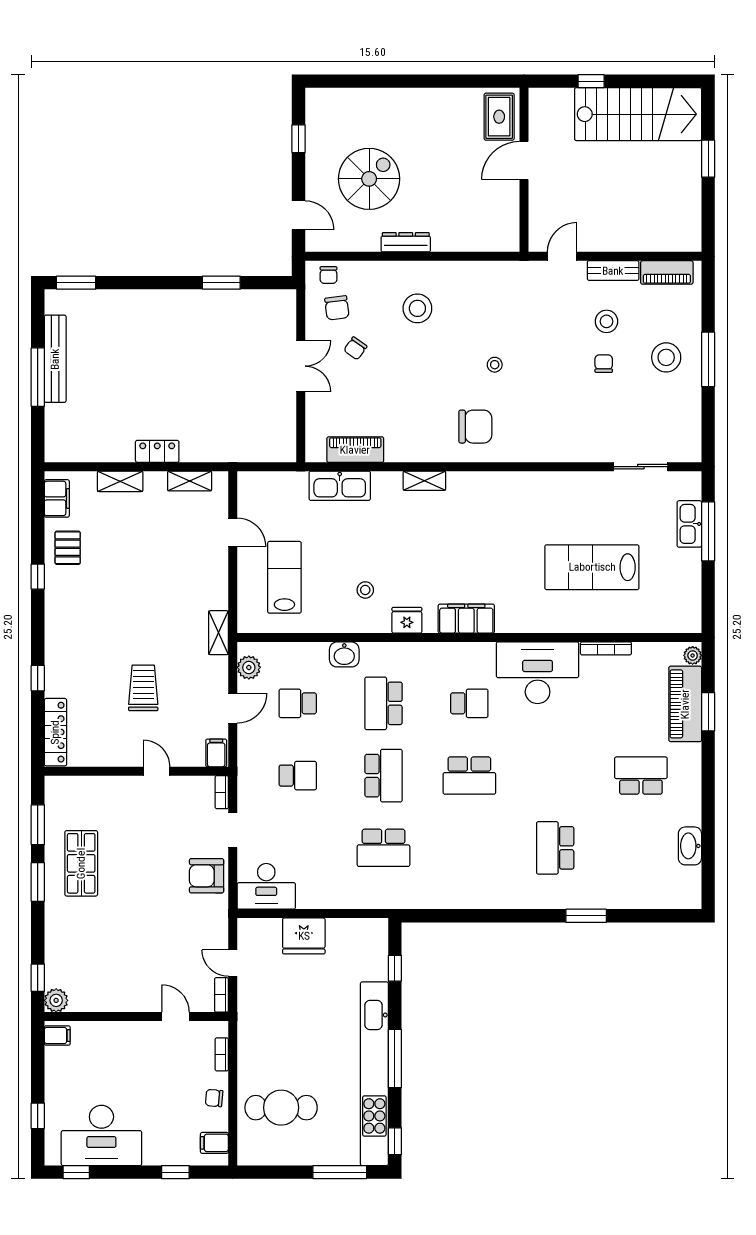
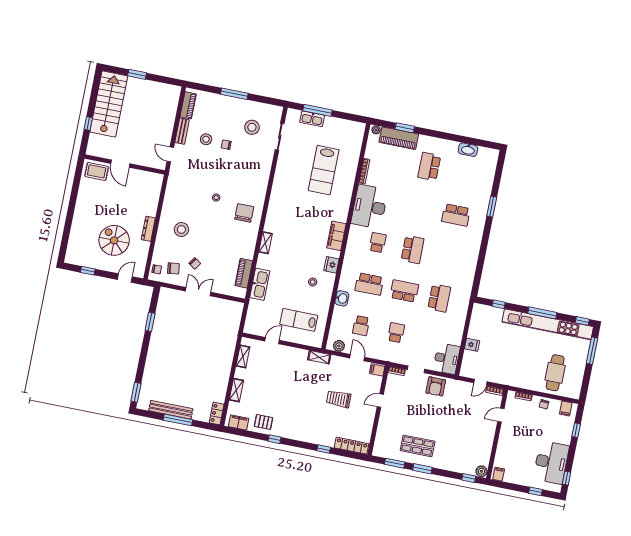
stool: (666, 357) -> (252, 127), moved
locker: (157, 451) -> (217, 413), moved
fridge: (304, 936) -> (472, 345), width x0.53, depth x0.75

